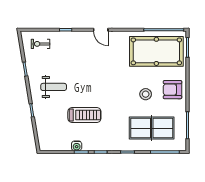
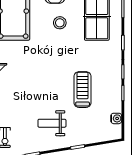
weight bench: (54, 87) -> (52, 123), turned -90
water cooler: (77, 146) -> (116, 118), moved

